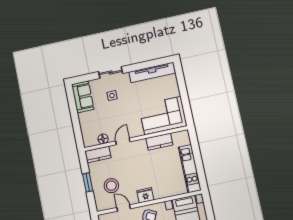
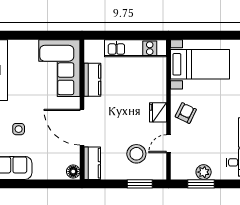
floor lamp: (103, 139) -> (73, 172), moved
door: (123, 141) -> (82, 127), width x1.87
window: (88, 182) -> (140, 184), moved

